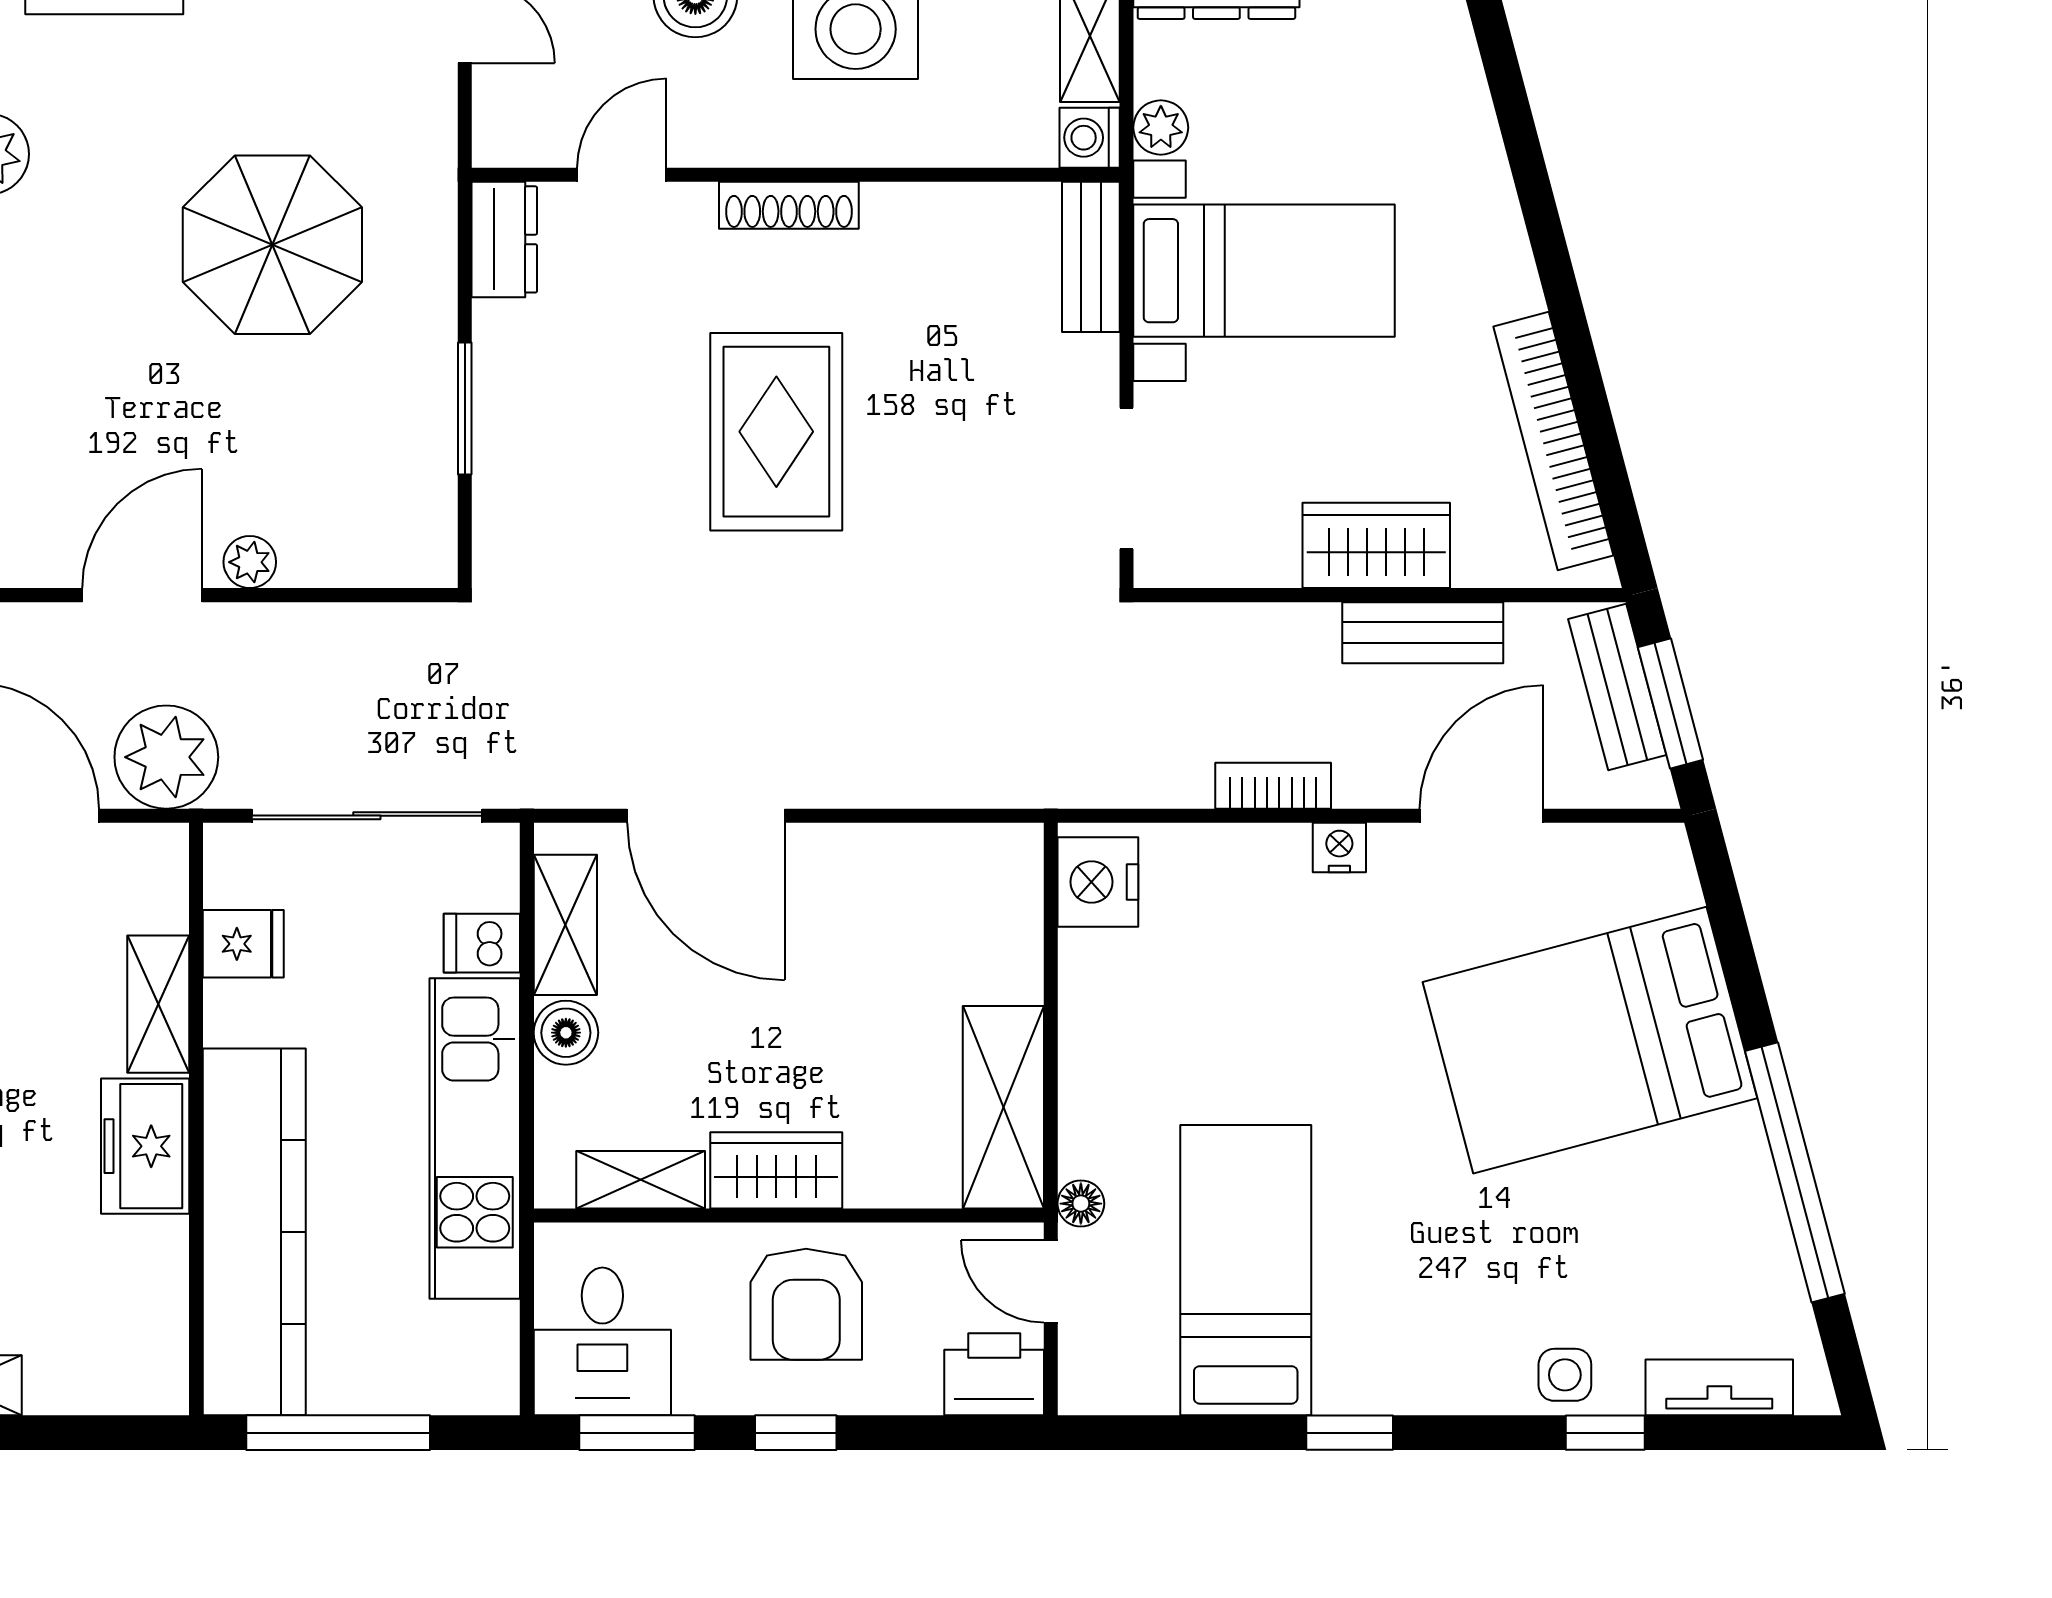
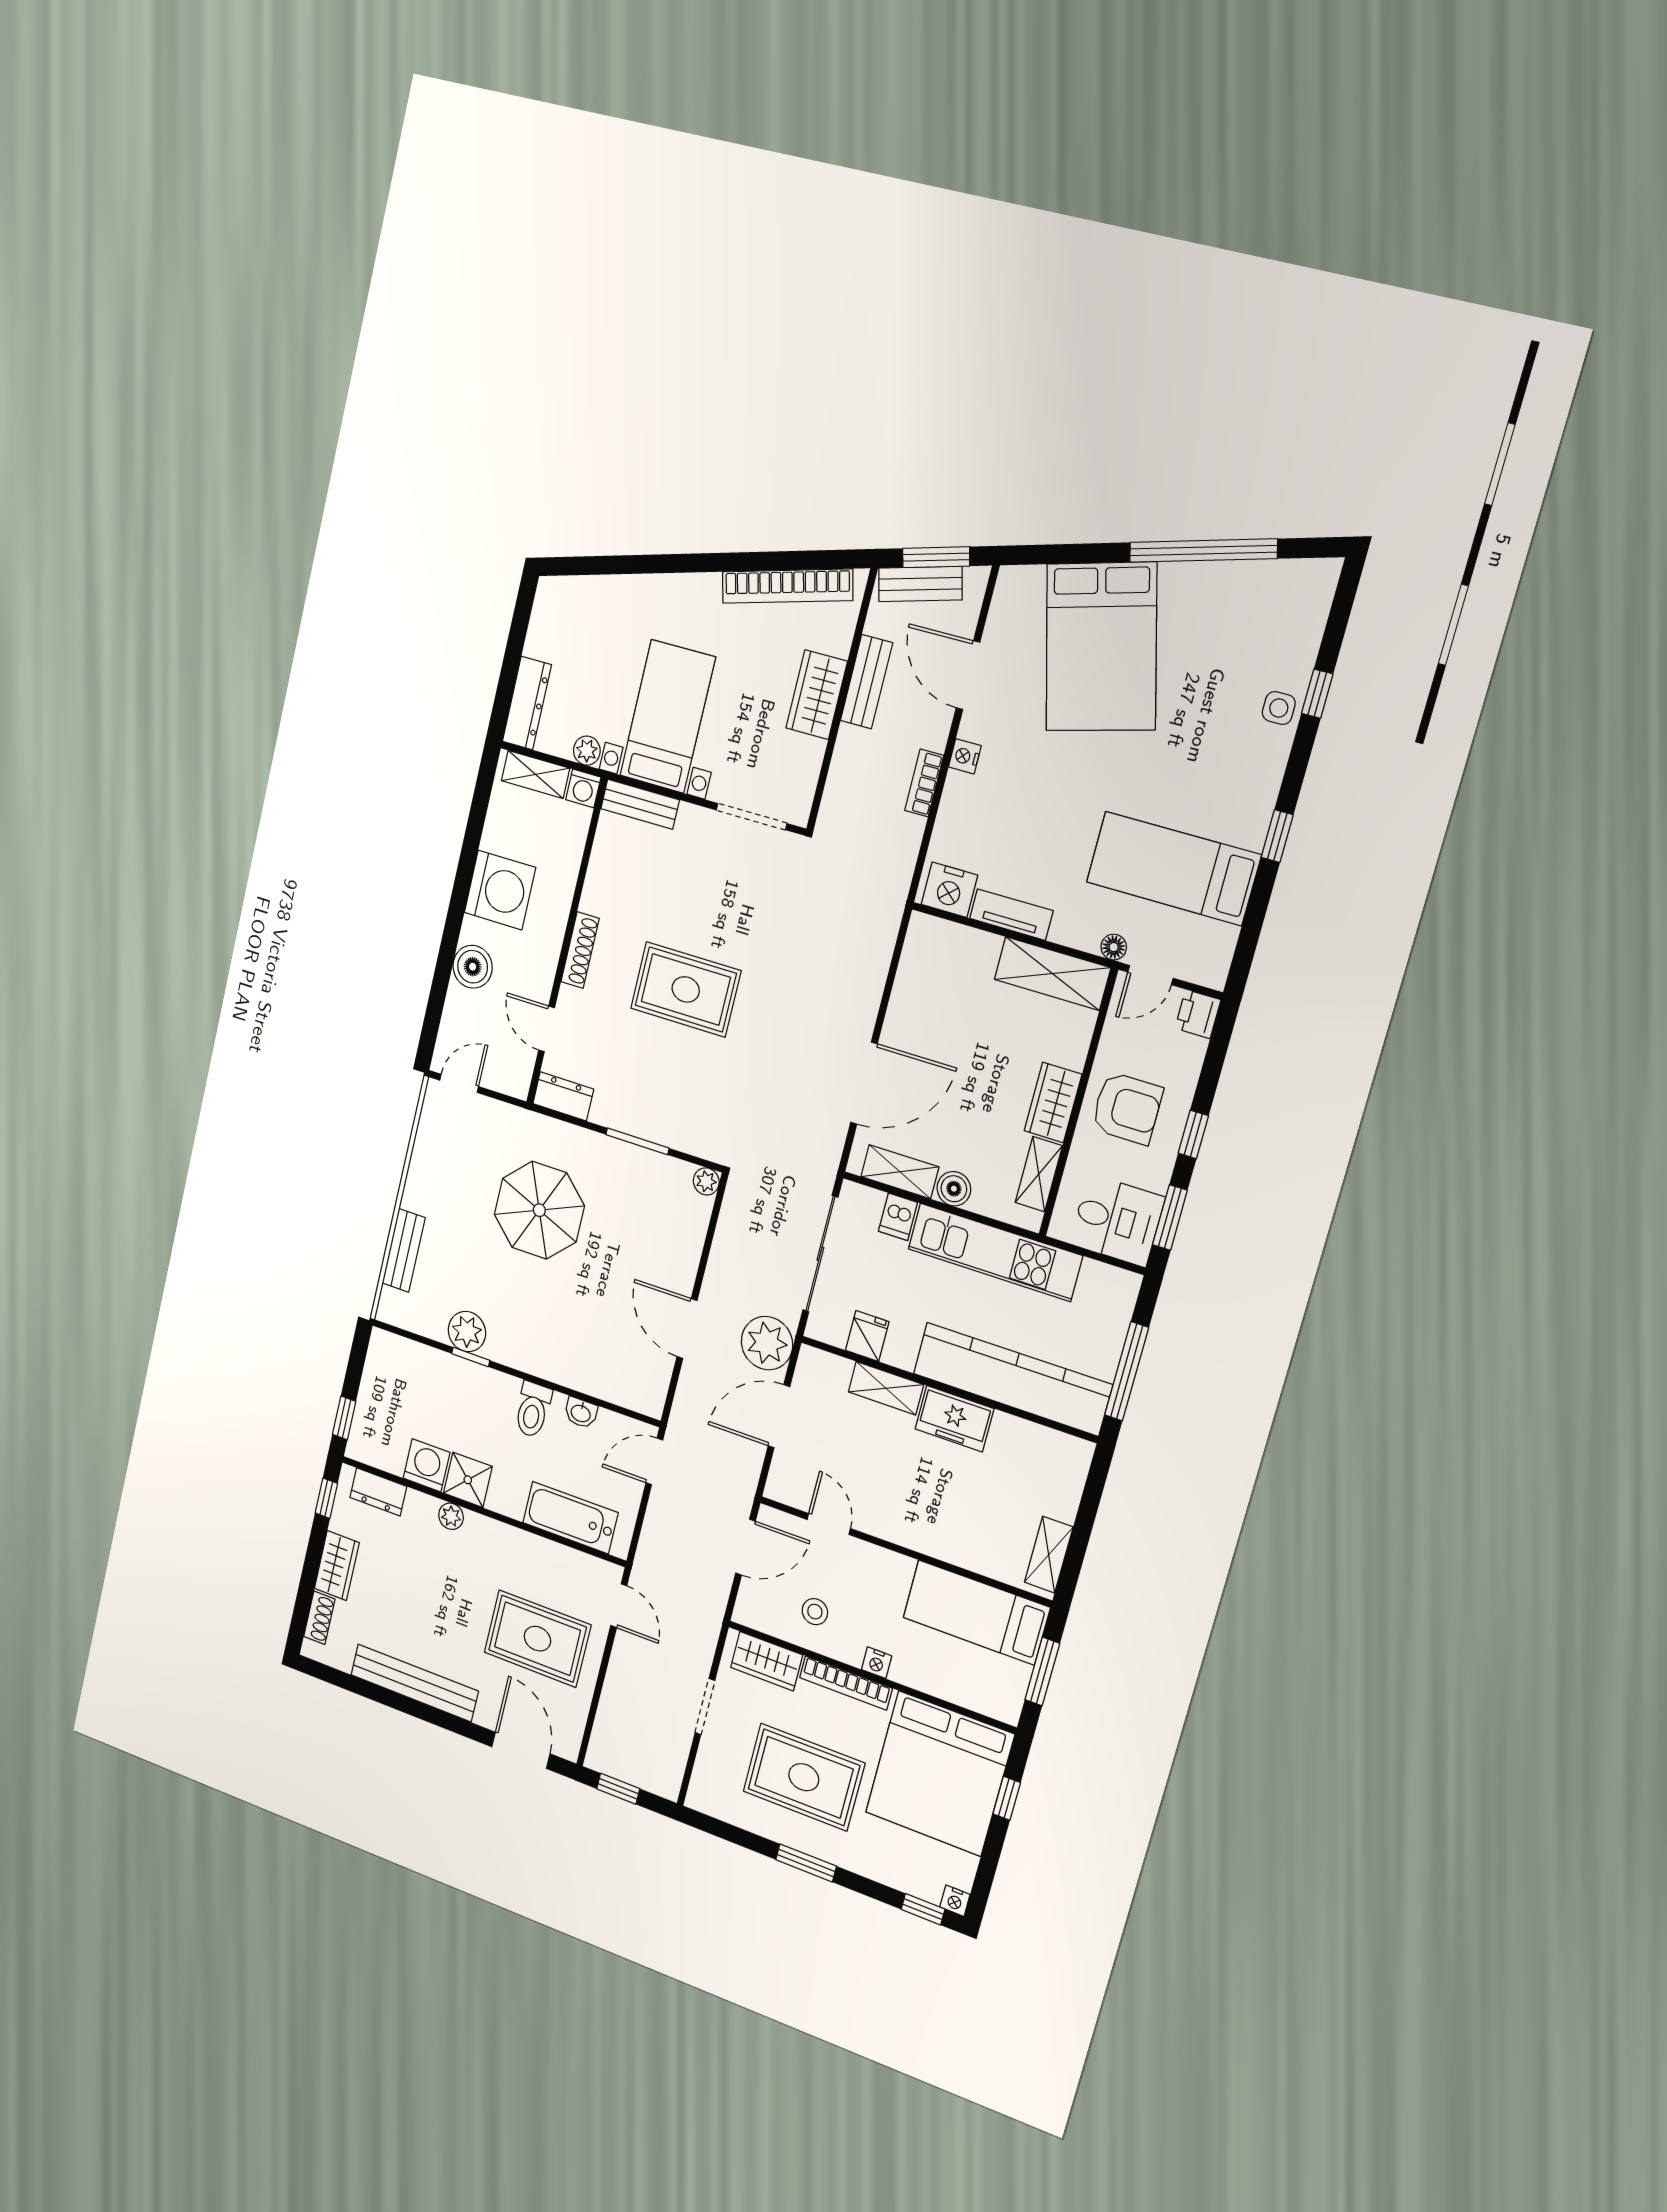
plant: (250, 562) -> (706, 1181), moved
printer: (994, 1374) -> (1198, 1014), width x0.73, depth x0.81
tv unit: (1719, 1387) -> (1011, 915), moved, turned 90

